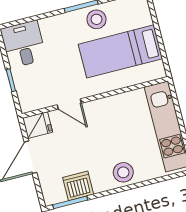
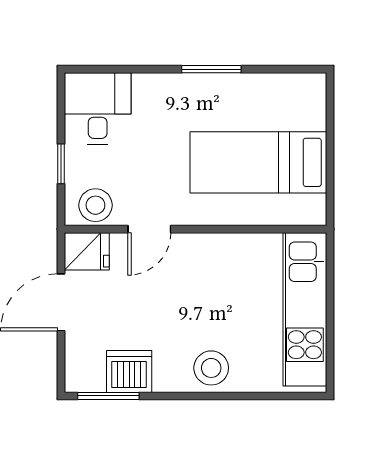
stool: (96, 19) -> (95, 205), moved
door: (69, 104) -> (149, 229), hinge flipped

